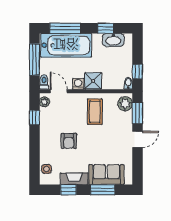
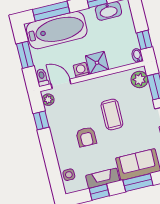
window: (34, 60) -> (25, 55), width x0.69
coffee table: (95, 112) -> (112, 114), moved

